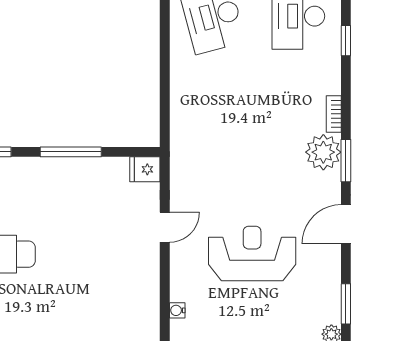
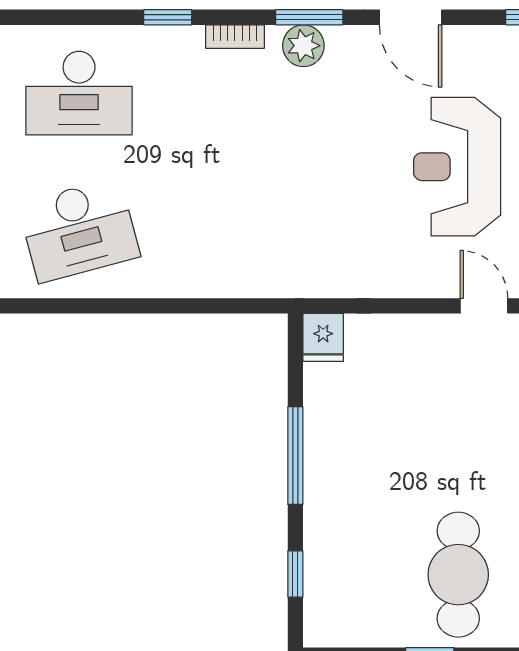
window: (346, 41) -> (168, 17), moved
plant: (323, 152) -> (303, 46), width x0.73, depth x0.73
door: (165, 227) -> (484, 306), moved

